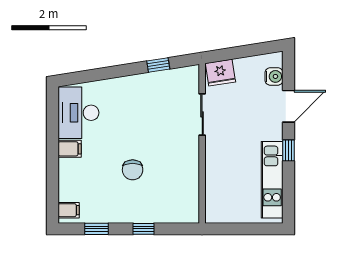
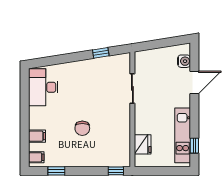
fridge: (220, 73) -> (143, 144), moved, turned -81
filing cabinet: (70, 149) -> (37, 136), moved
window: (288, 150) -> (194, 146), moved
window: (144, 229) -> (116, 171), moved

